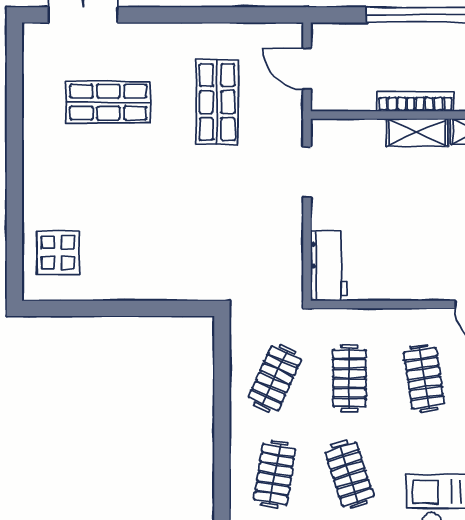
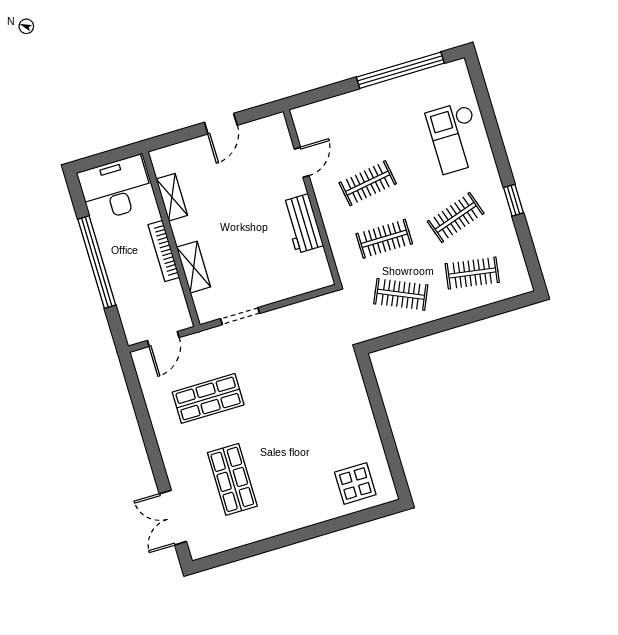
shelving: (417, 132) -> (194, 267), moved
workbench: (329, 266) -> (302, 224), moved, turned -90

